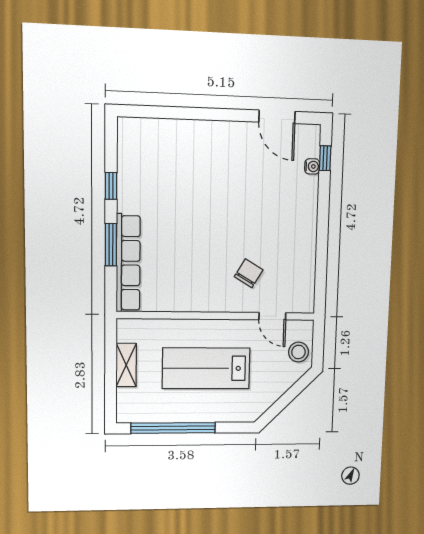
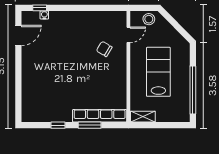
shelving: (126, 365) -> (143, 117), moved
lab bench: (206, 368) -> (158, 72), turned 180

